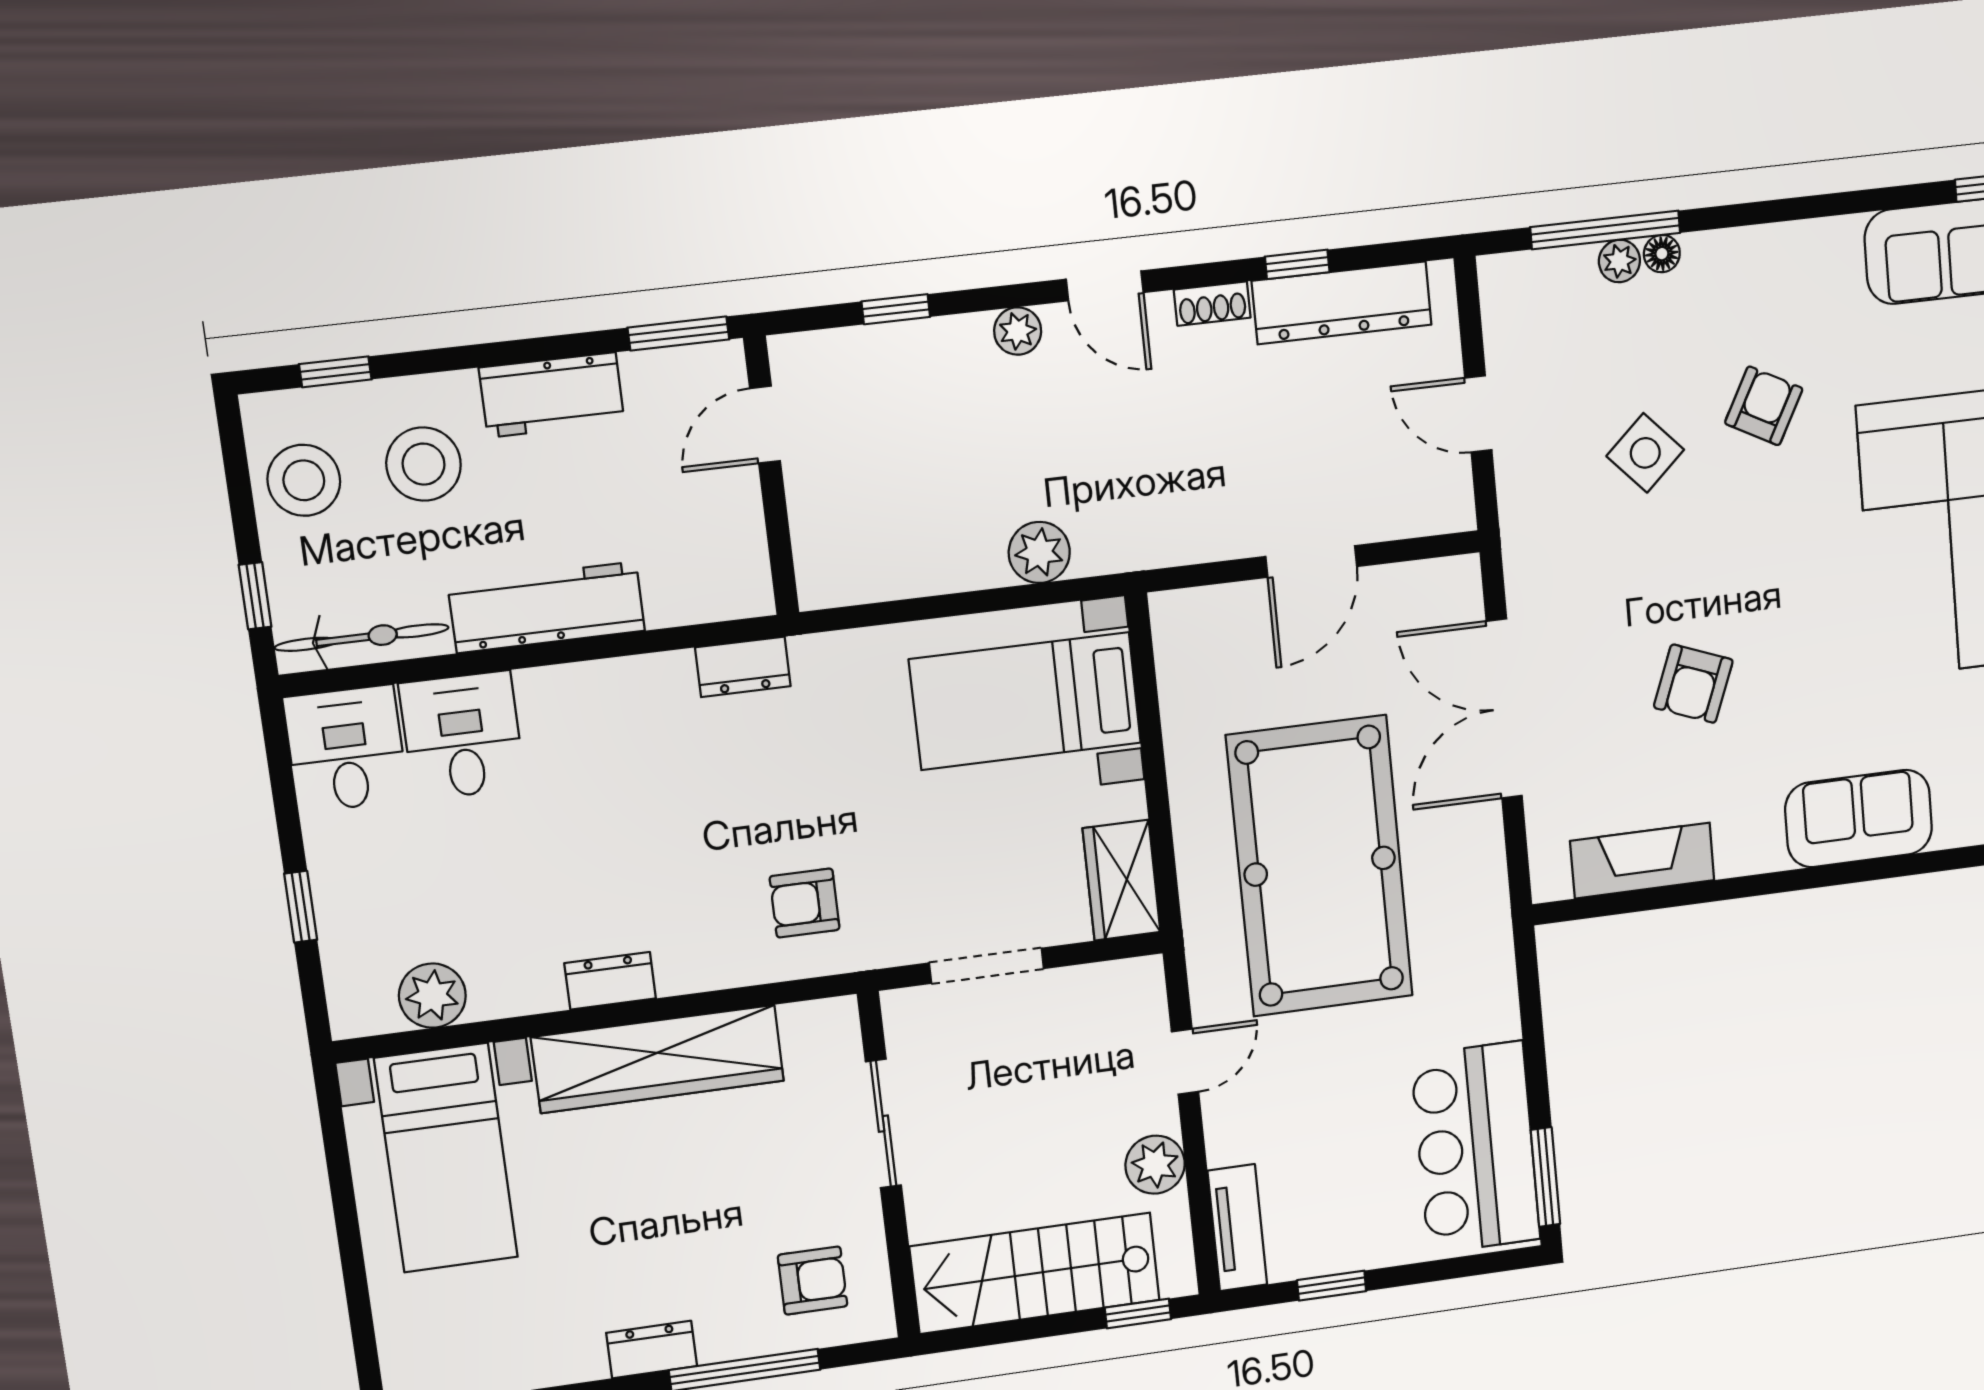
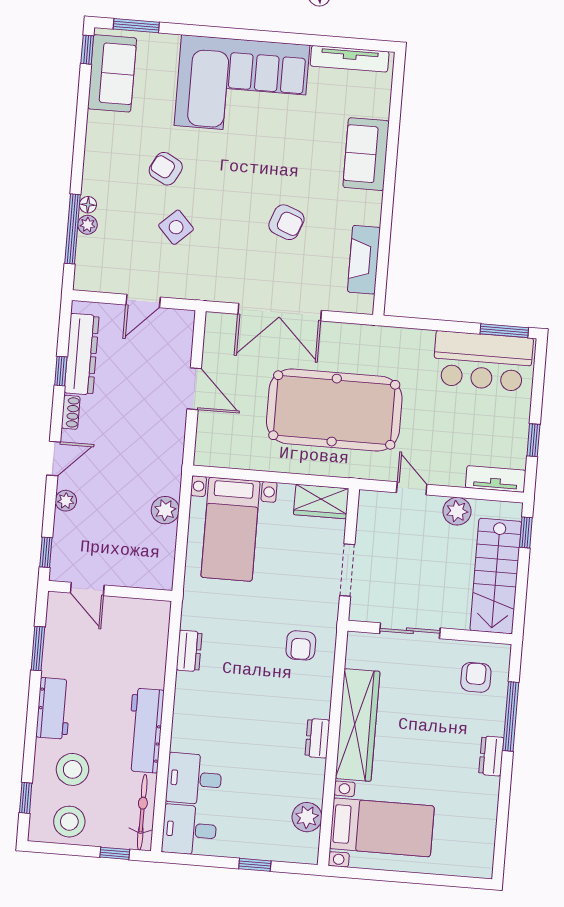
door: (765, 425) -> (87, 589), moved
wall: (771, 476) -> (110, 591), moved

